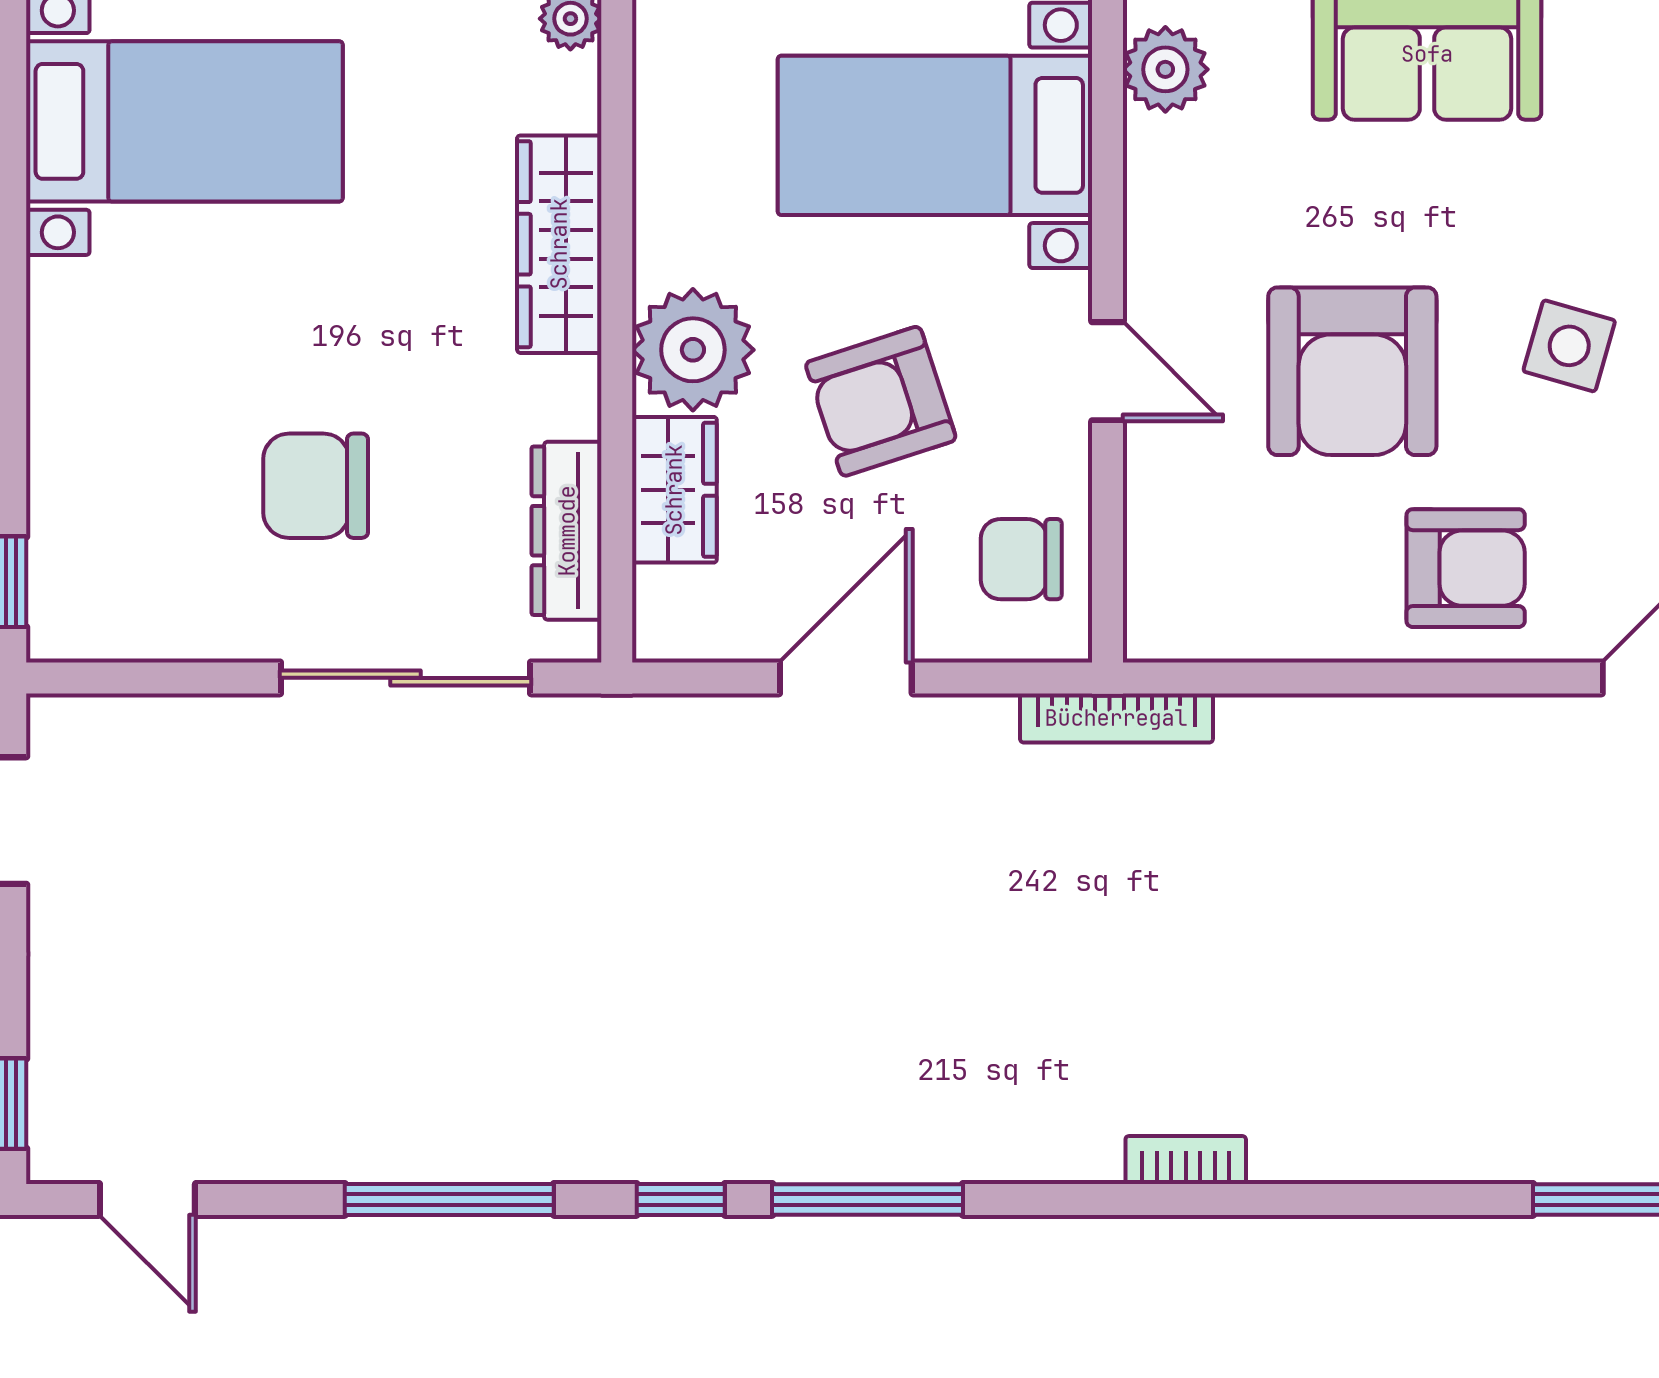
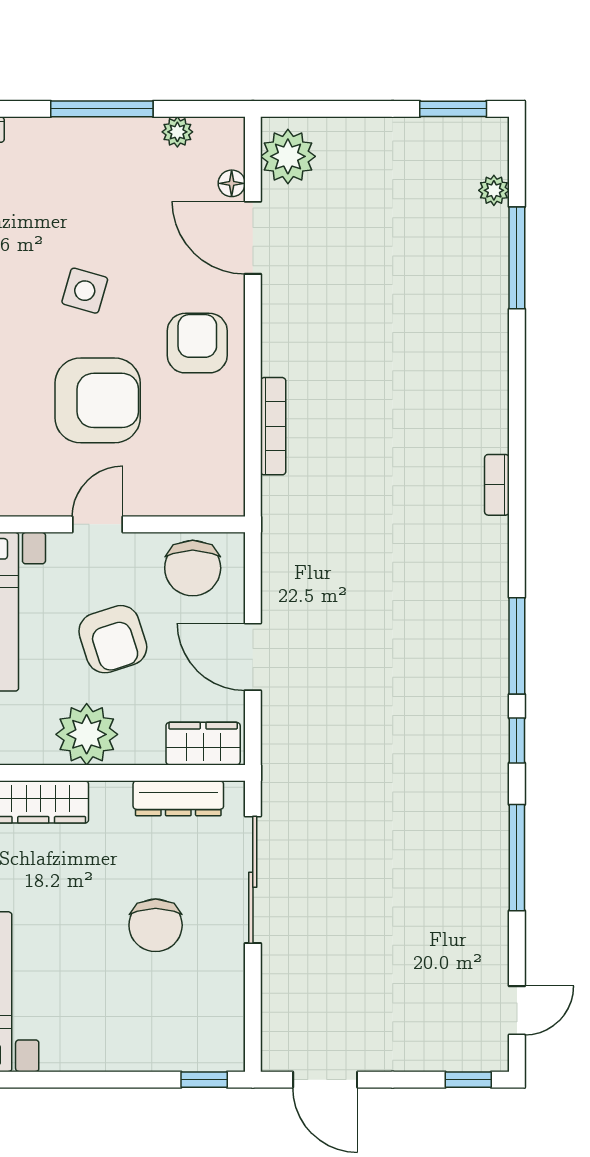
wardrobe: (674, 490) -> (203, 744), moved
chair: (1021, 559) -> (193, 568), width x1.37, depth x1.37
bookcase: (1116, 718) -> (273, 426), moved

